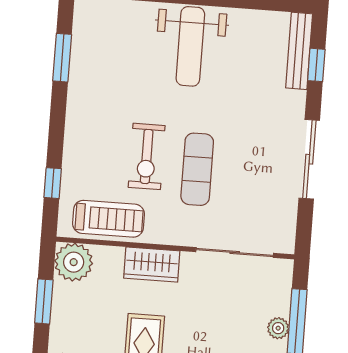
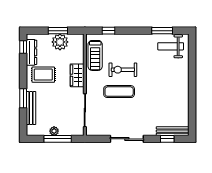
weight bench: (190, 46) -> (171, 46), moved, width x0.73, depth x0.75
plant: (74, 262) -> (60, 42), moved

